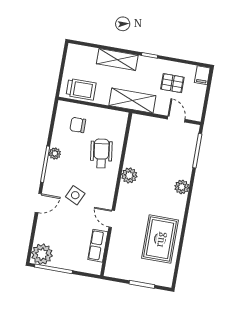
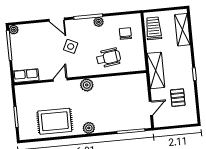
shelving: (117, 59) -> (182, 30), moved
filing cabinet: (202, 75) -> (190, 119), removed
trolley: (81, 89) -> (154, 28), turned 180
plant: (129, 175) -> (87, 85), moved
plant: (182, 187) -> (89, 128), moved
row of seats: (98, 246) -> (26, 76), moved
plant: (42, 254) -> (14, 30), width x0.53, depth x0.53

